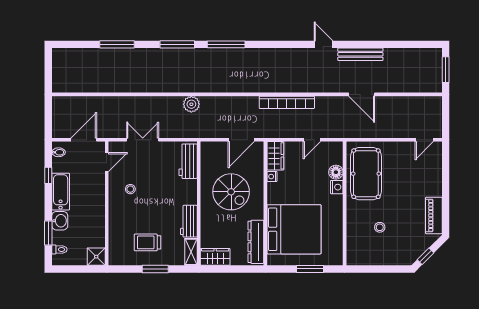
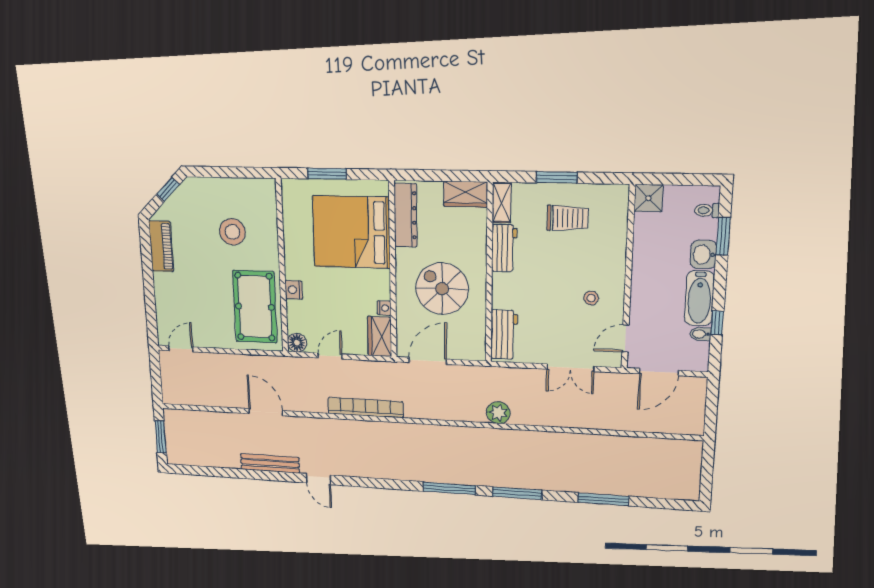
bidet: (58, 152) -> (700, 334), moved
floor lamp: (336, 172) -> (297, 343), moved
stool: (380, 227) -> (232, 232), width x1.89, depth x1.89

